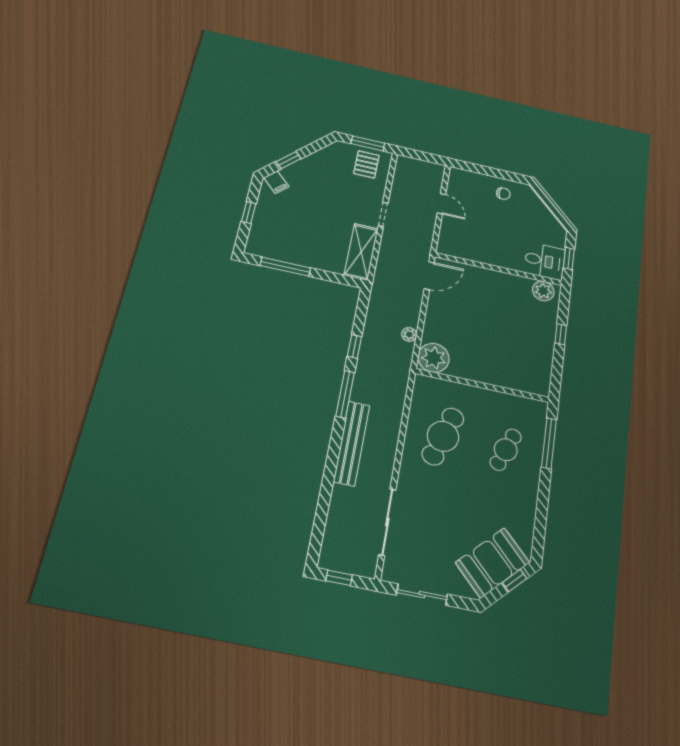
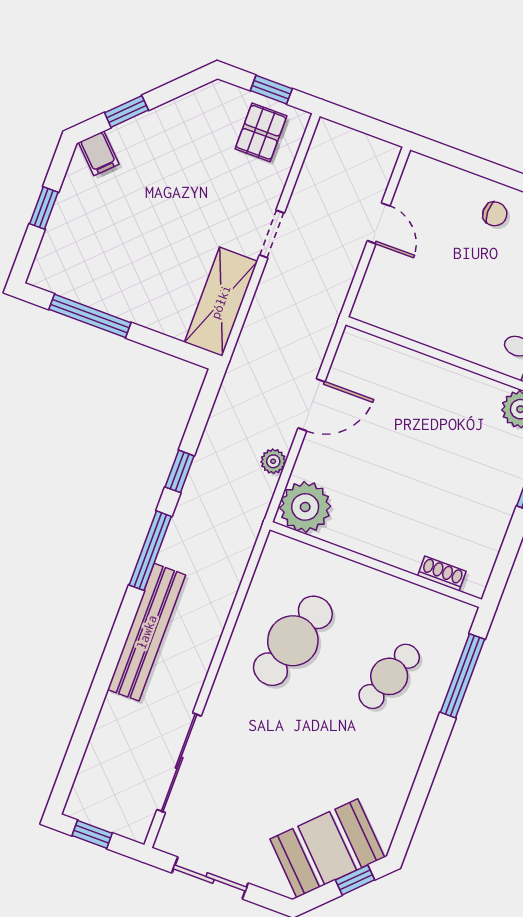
window: (368, 143) -> (271, 90), width x0.67
door: (429, 276) -> (311, 405), moved
shoe rack: (522, 386) -> (442, 574), added

